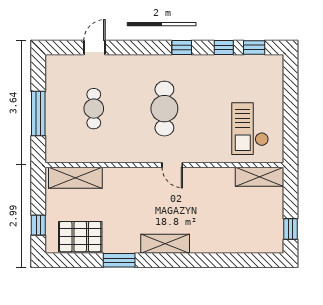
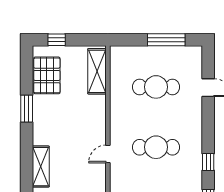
cafe table: (94, 109) -> (156, 87), width x1.37, depth x1.35
window: (38, 114) -> (166, 40), moved
shelving: (165, 244) -> (41, 167), moved

